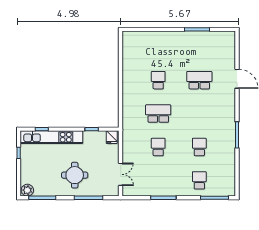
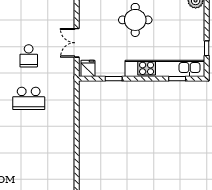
school desk: (158, 80) -> (29, 141), removed
double door: (121, 174) -> (77, 43), moved

